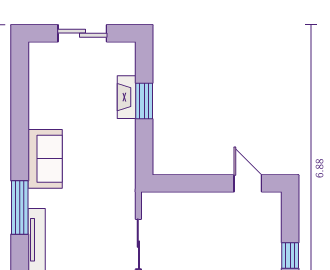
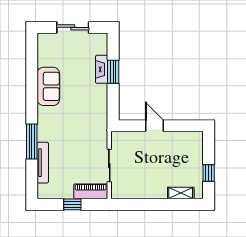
sofa: (45, 159) -> (48, 86), moved
door: (248, 183) -> (154, 126), moved

